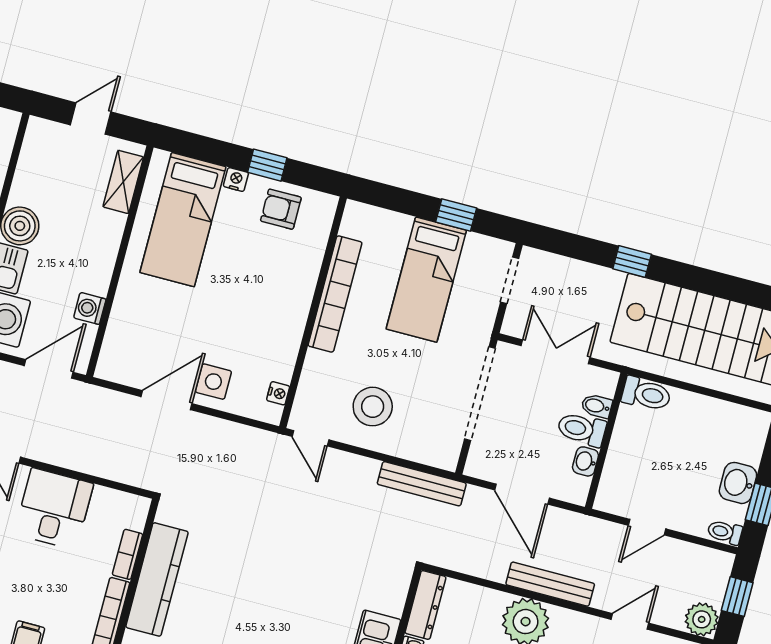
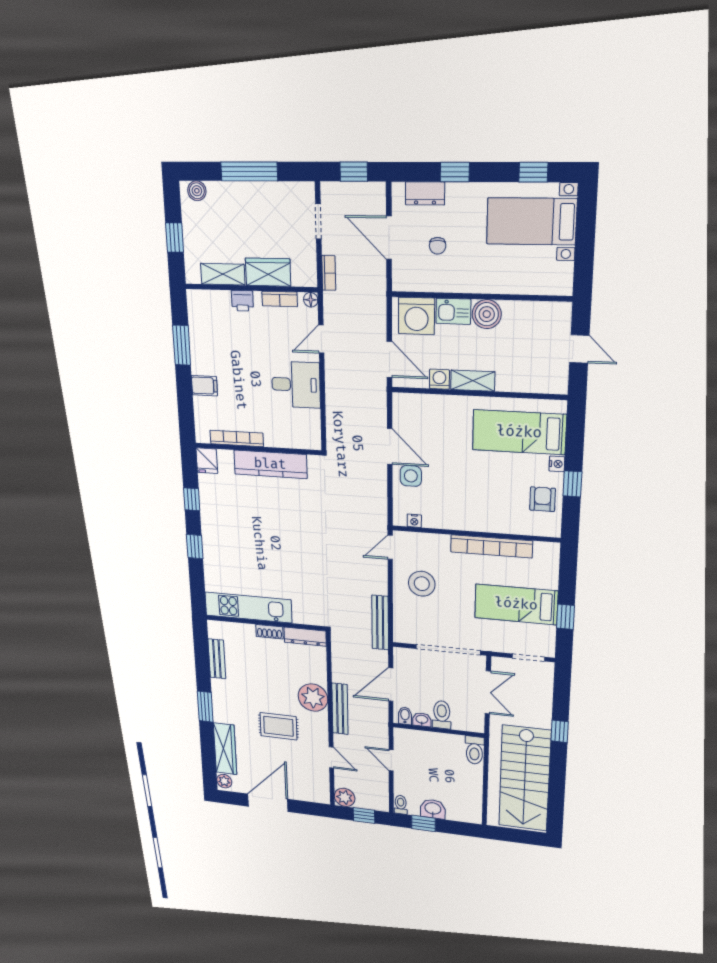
shelving: (123, 182) -> (473, 381), moved
bidet: (597, 406) -> (405, 716), moved
bookcase: (128, 554) -> (281, 441), removed

